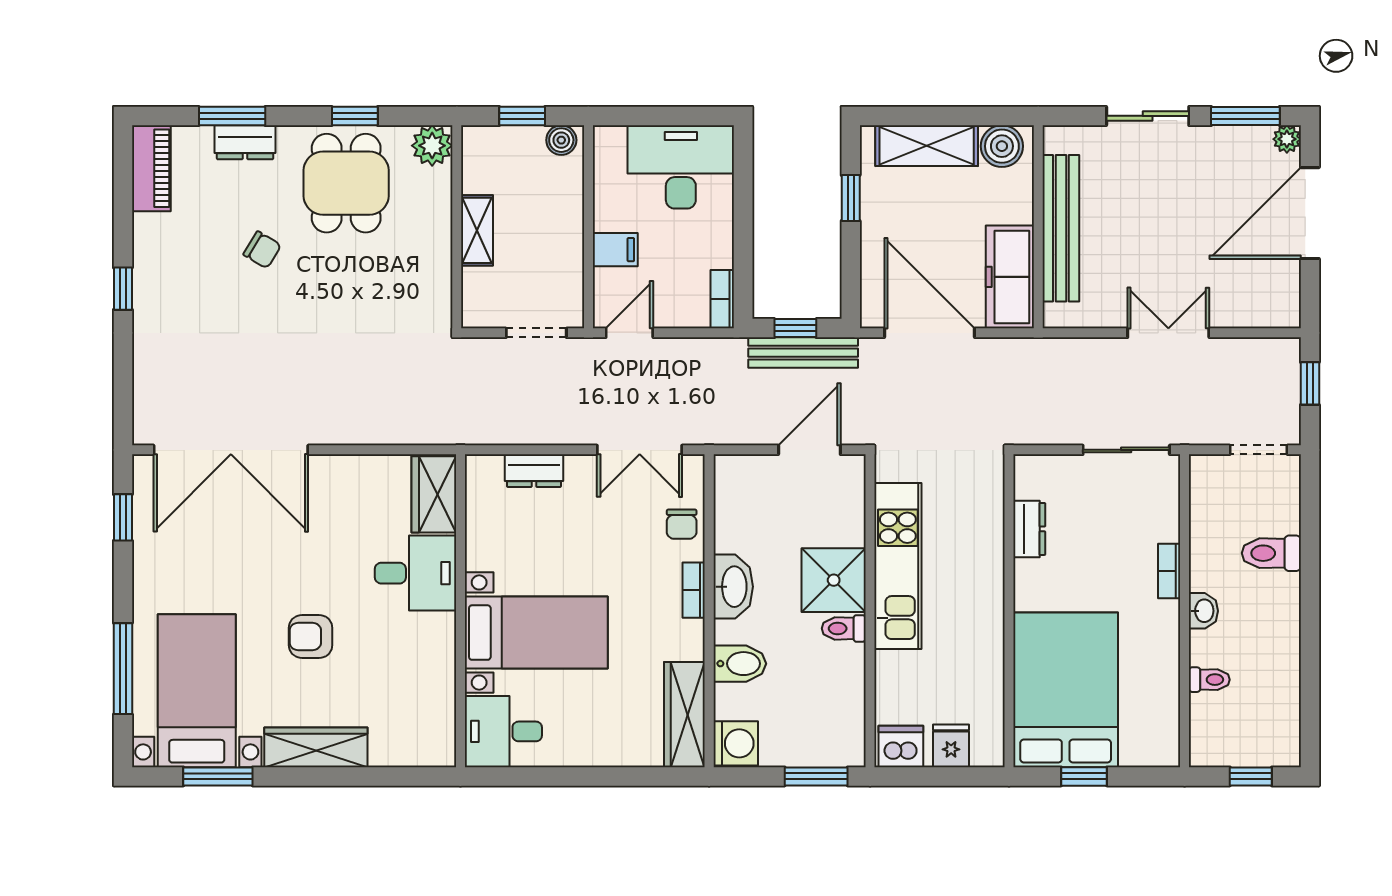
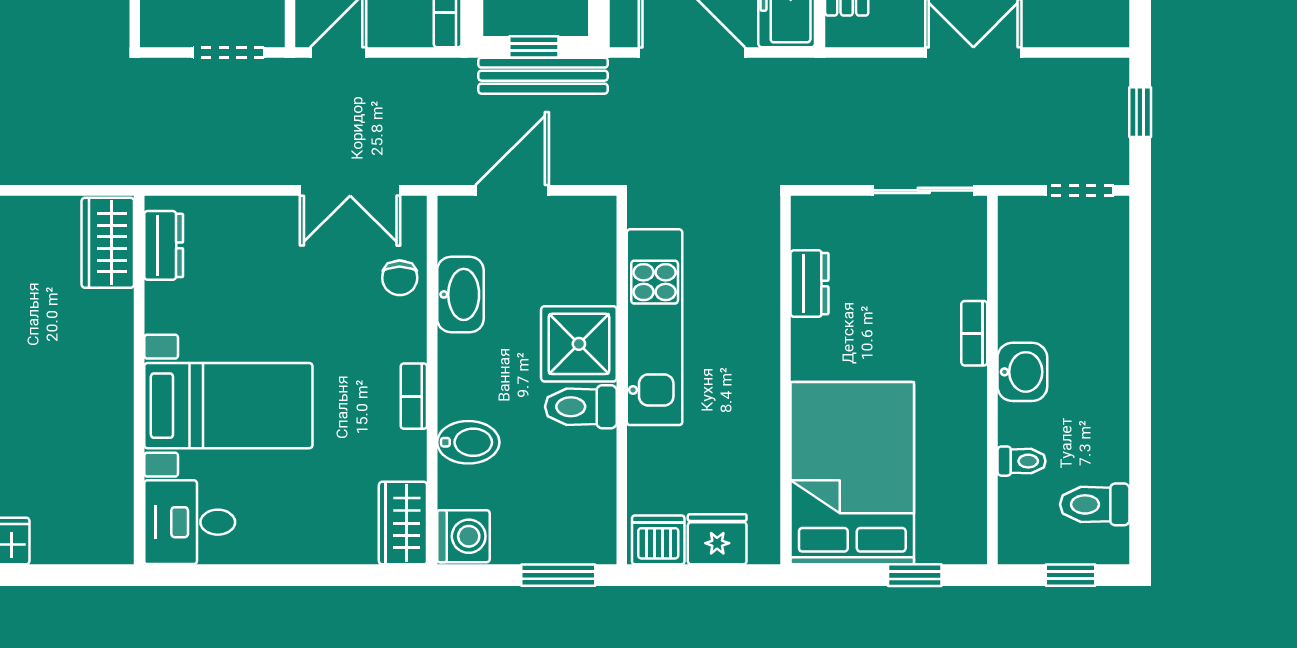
door: (809, 450) -> (512, 190), moved
dresser: (534, 471) -> (164, 245), moved, turned -90
toilet: (1271, 553) -> (1095, 504), moved
desk: (416, 573) -> (86, 336), removed
washbasin: (733, 587) -> (460, 294), moved
bookcase: (694, 590) -> (414, 396), moved
washbasin: (1203, 611) -> (1022, 372), width x1.38, depth x1.45
toilet: (844, 628) -> (581, 407), width x1.37, depth x1.39
wardrobe: (684, 715) -> (403, 523), width x0.67
fridge: (951, 746) -> (717, 539), width x1.38
window: (1084, 776) -> (915, 575), moved

